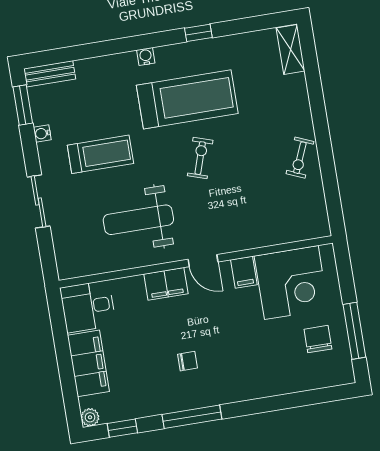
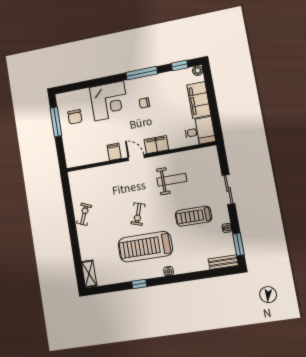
weight bench: (138, 220) -> (172, 180), width x0.73, depth x0.75
corner desk: (291, 282) -> (109, 101), moved, turned 180

